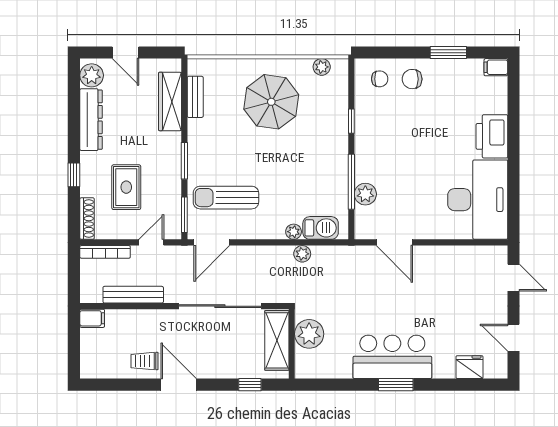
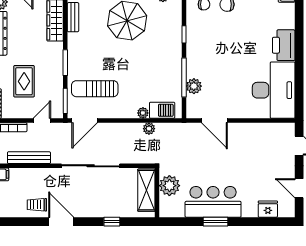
plant: (309, 334) -> (169, 186), moved
shelving: (277, 340) -> (146, 190), moved
wall: (292, 344) -> (157, 193), moved

